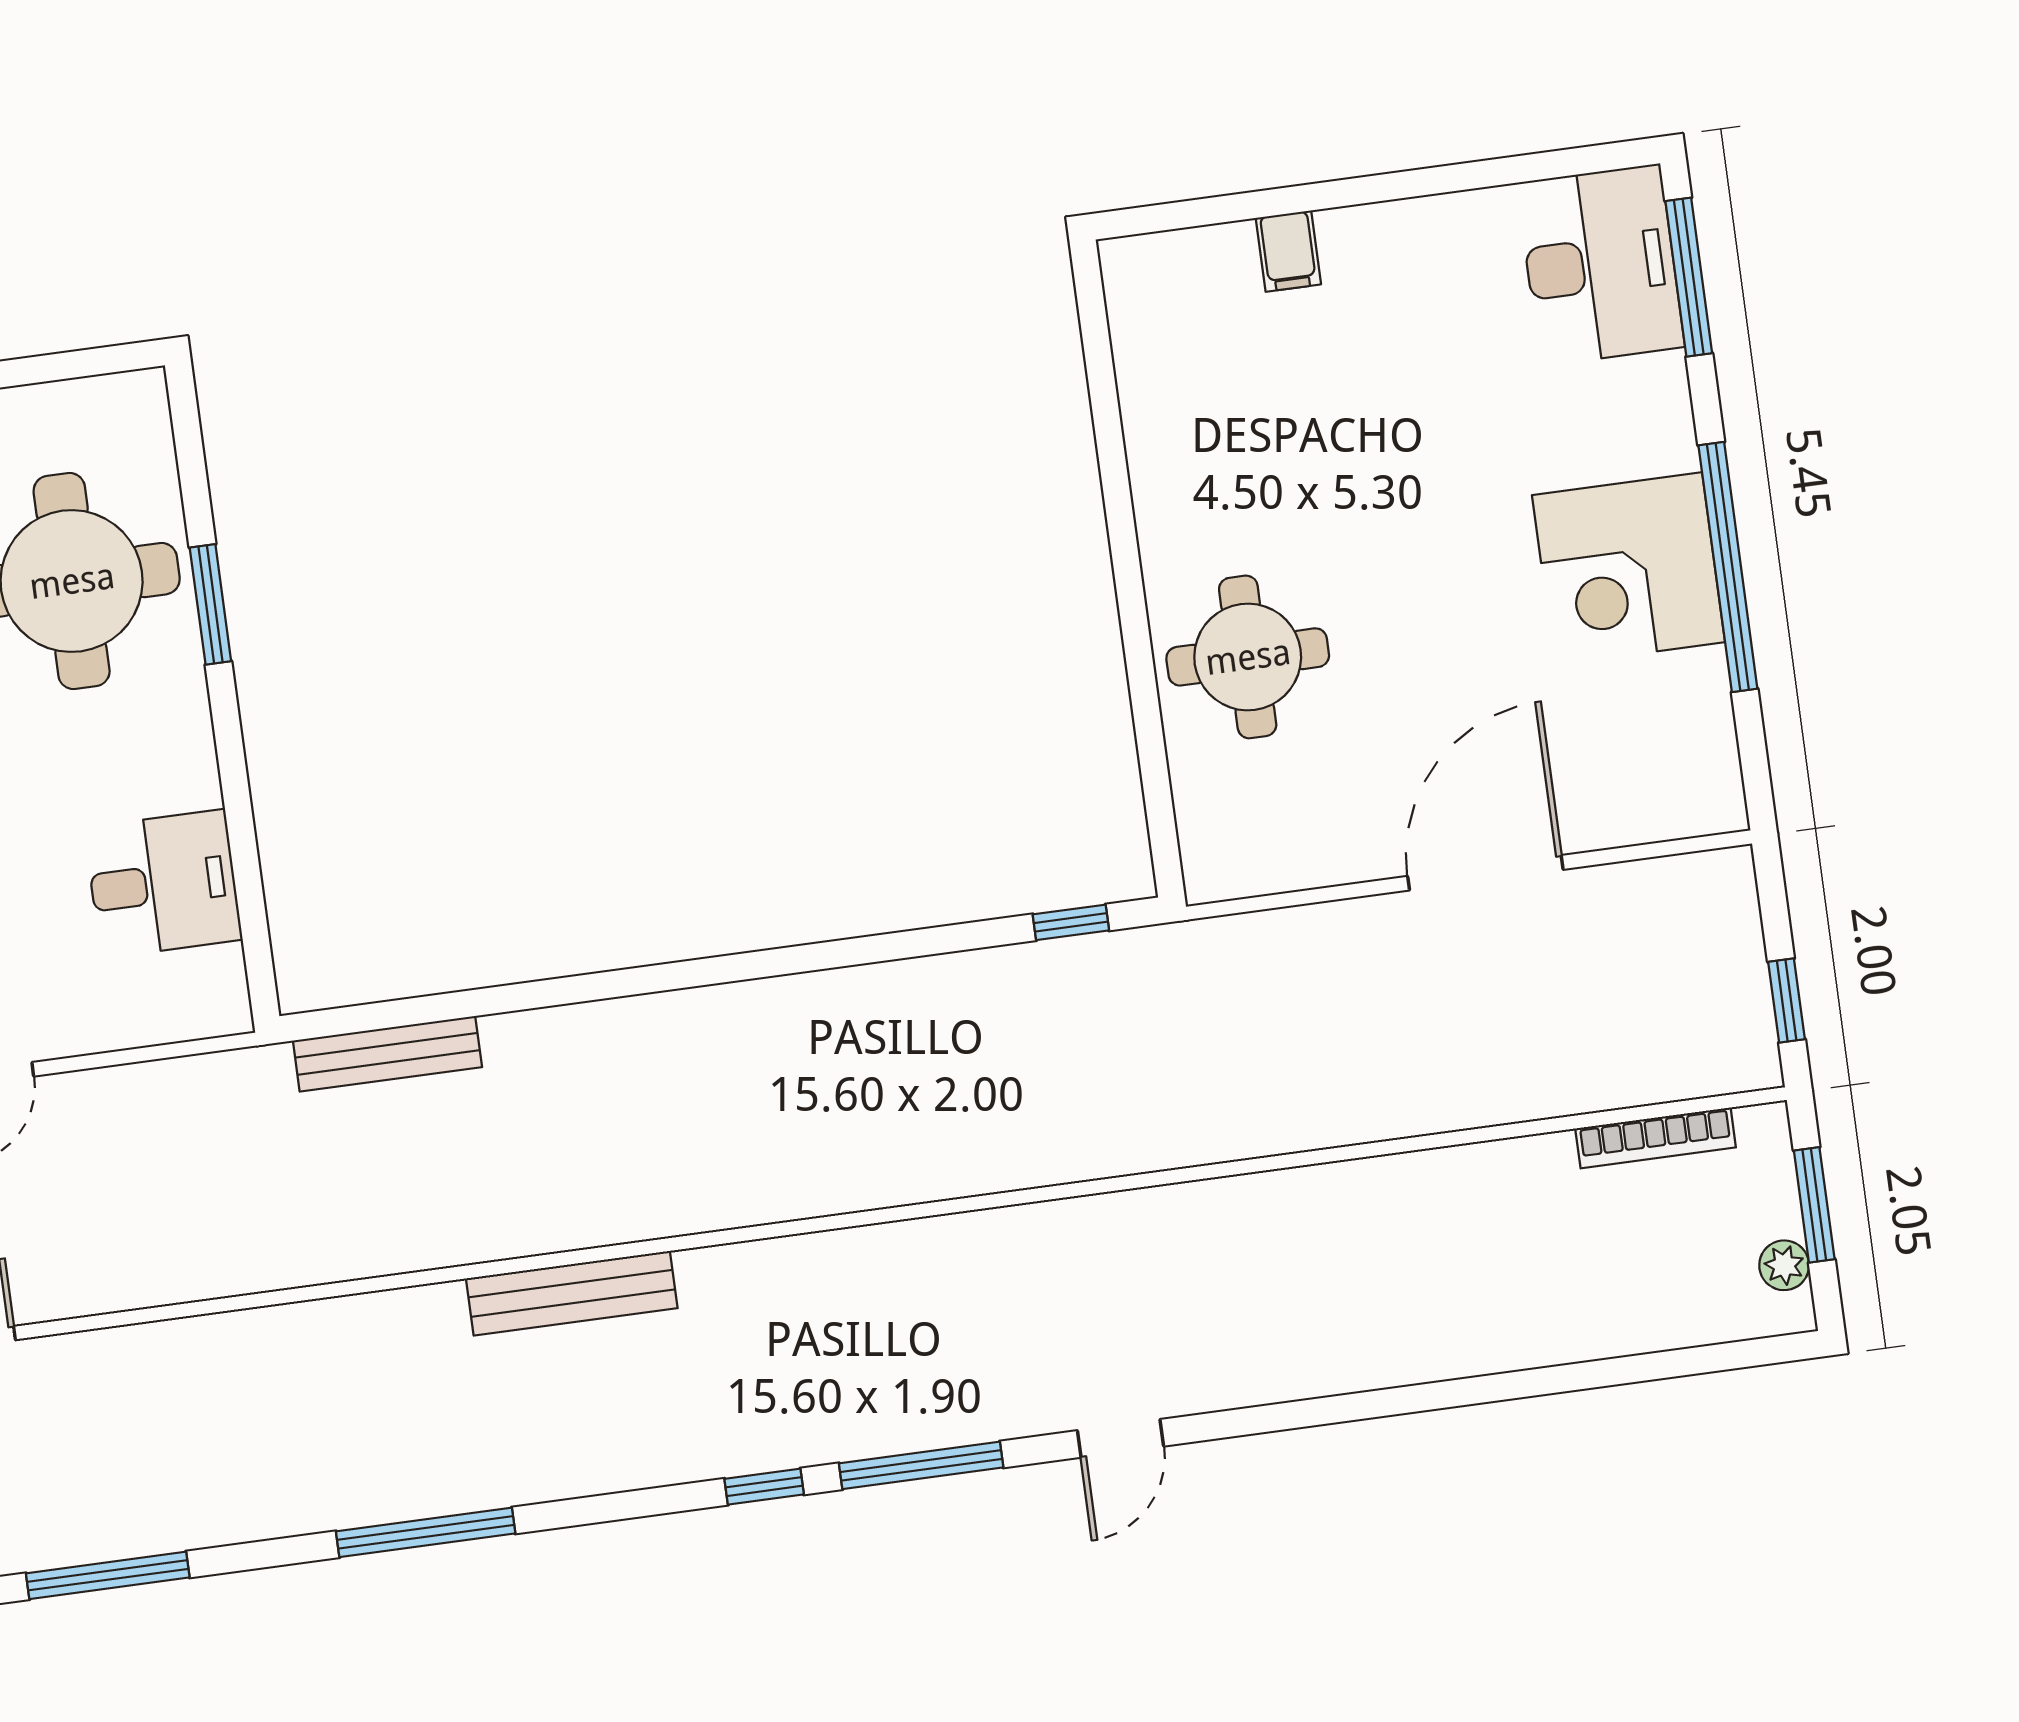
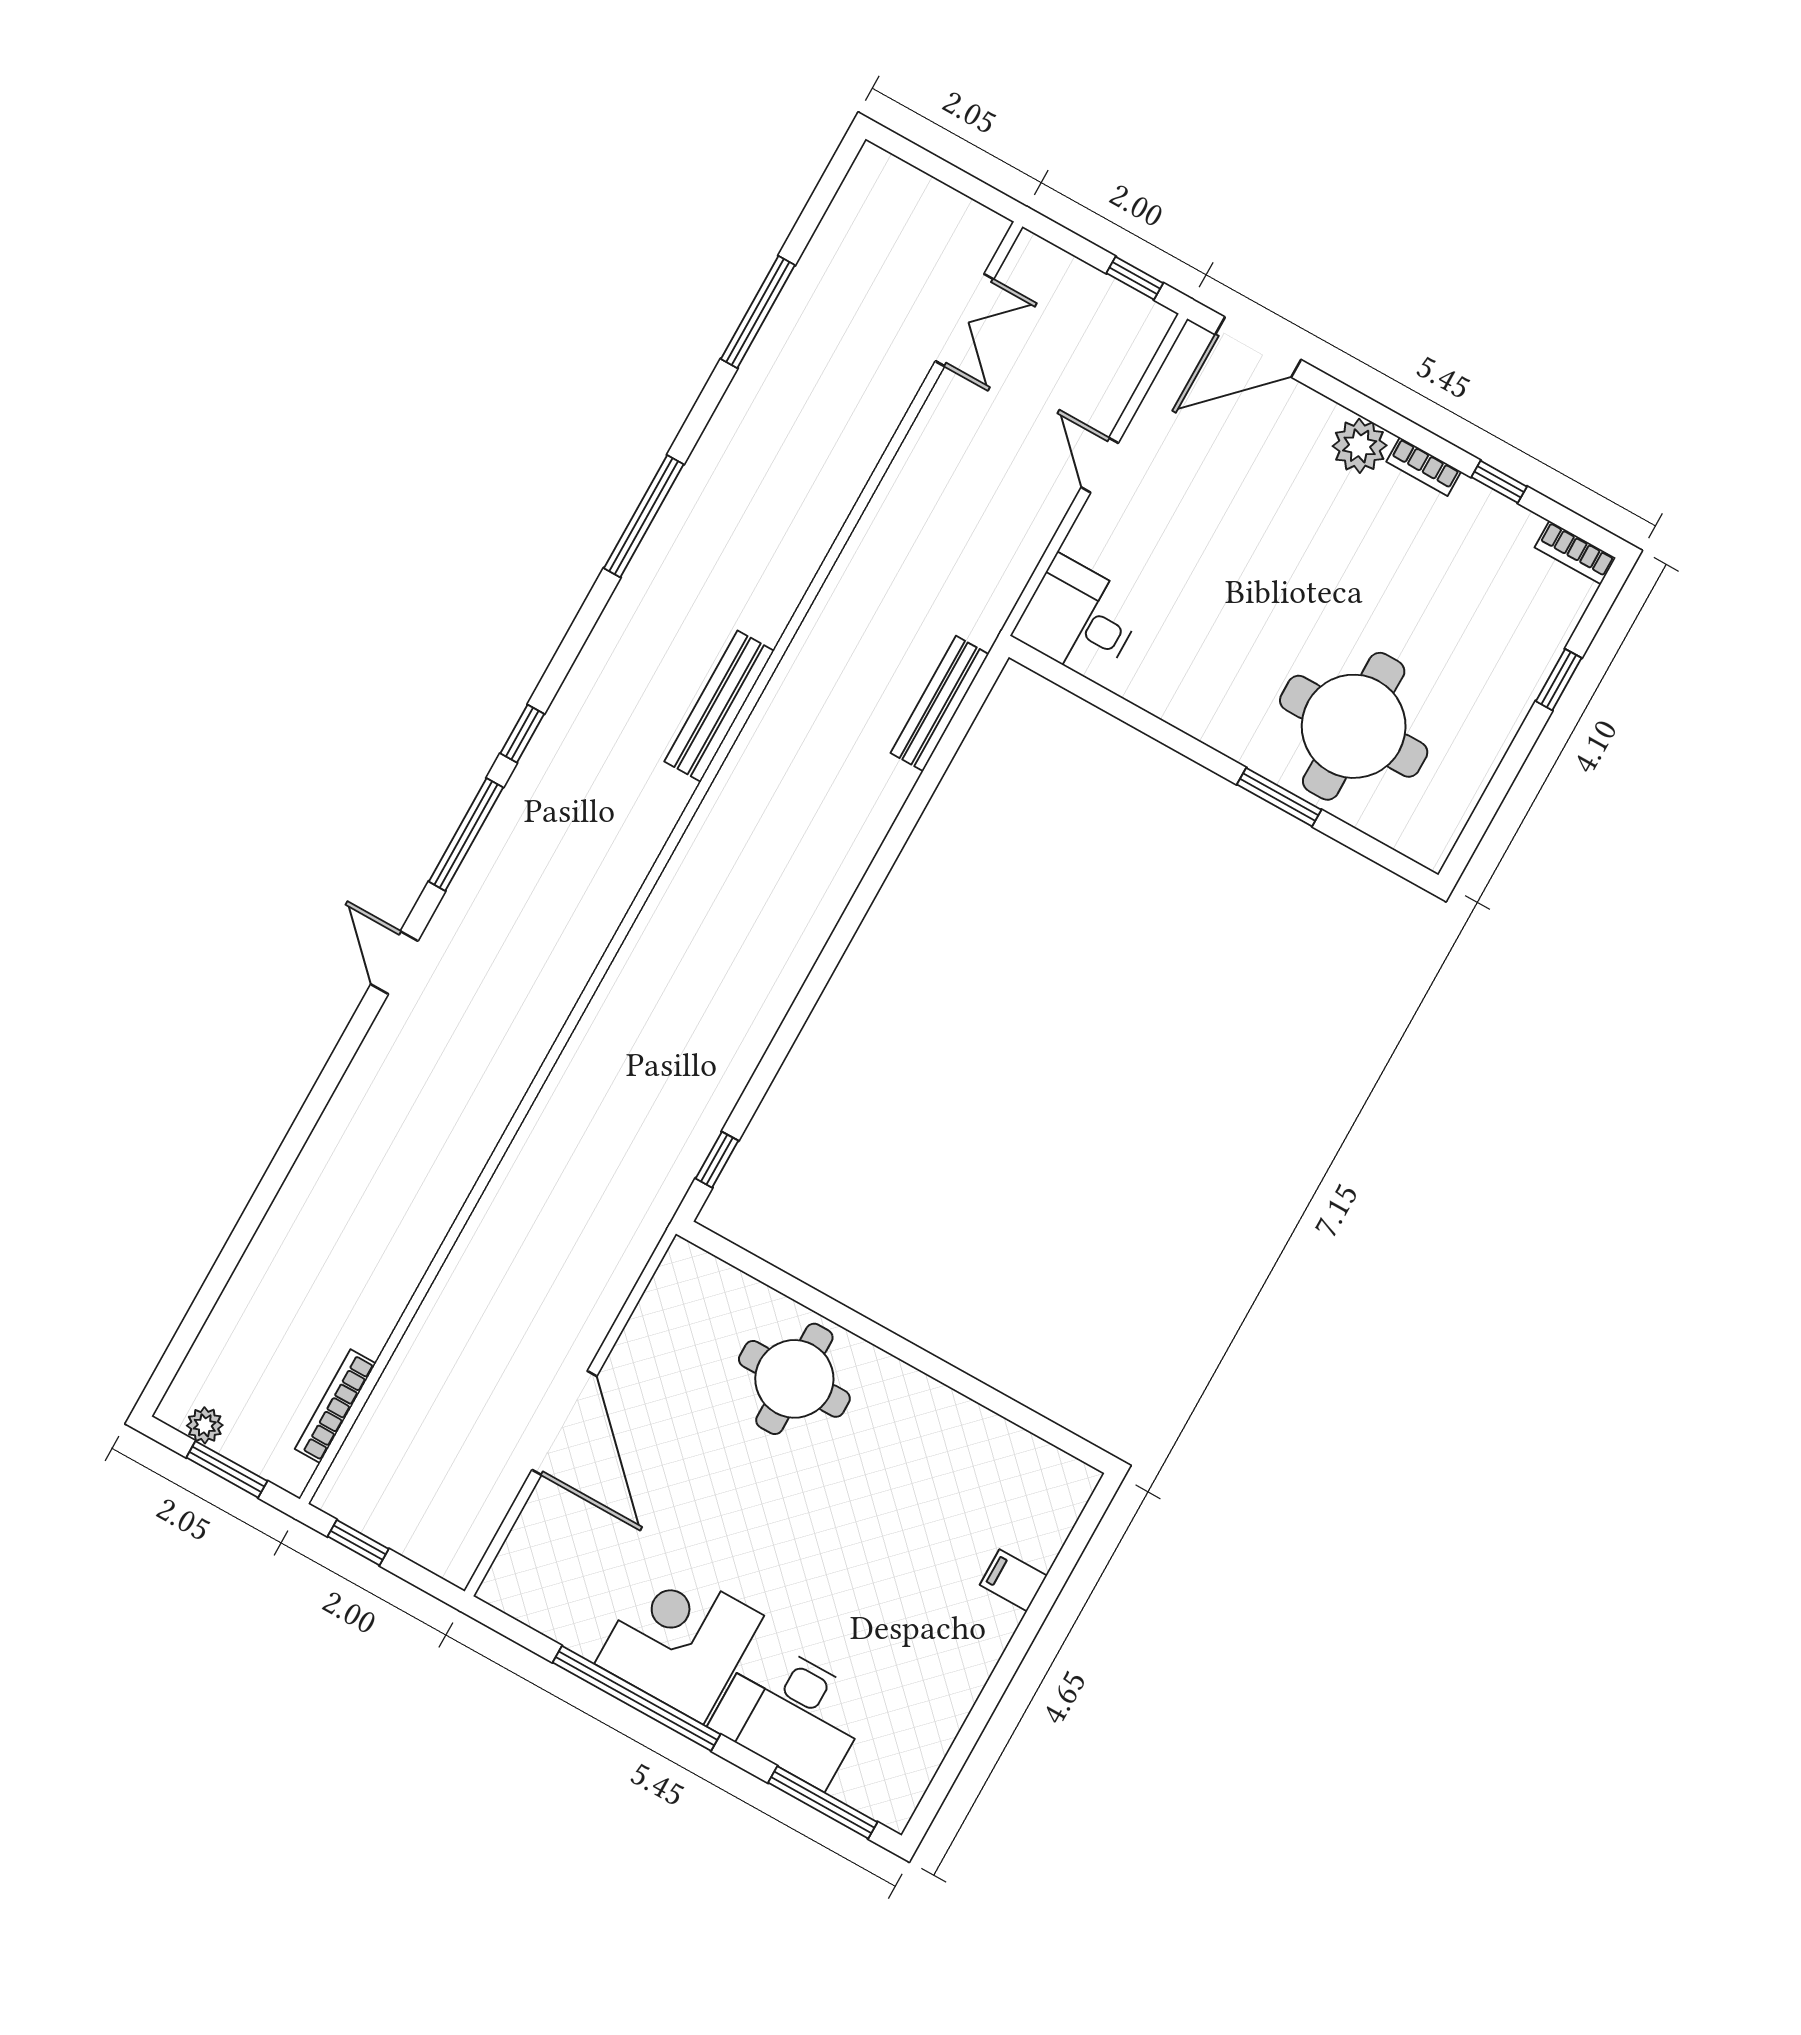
desk: (1600, 265) -> (792, 1713), moved
desk: (163, 884) -> (1079, 619), moved, turned 90

